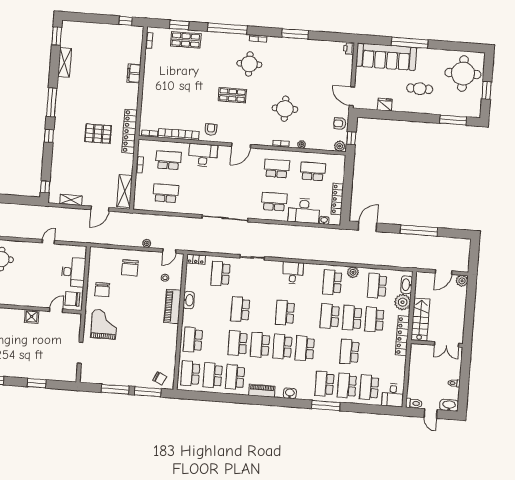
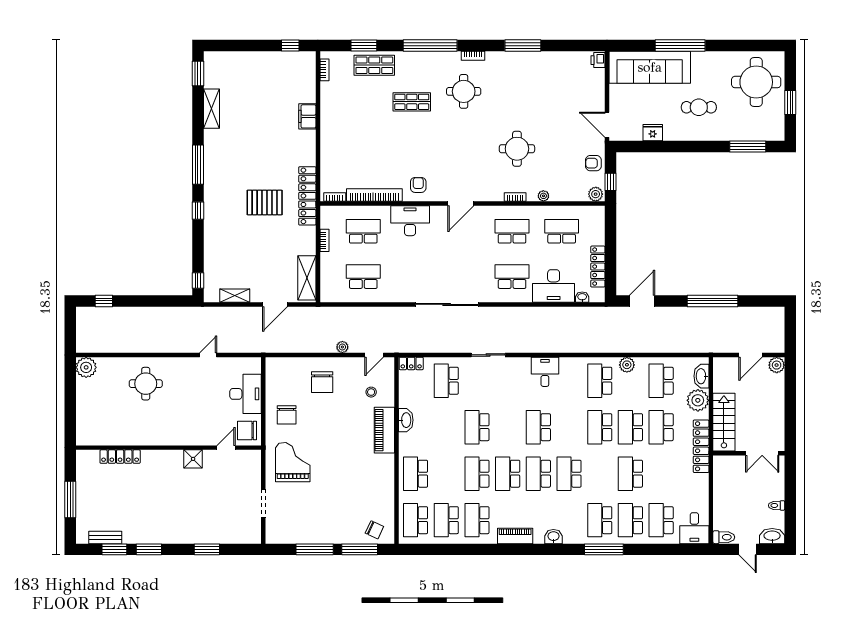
shop shelf: (232, 95) -> (412, 102), moved

